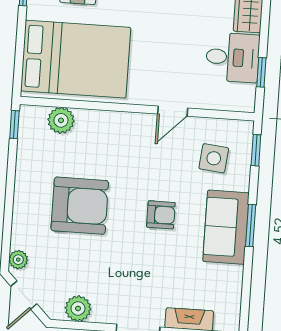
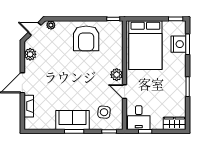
desk: (233, 57) -> (139, 118), moved
plant: (61, 120) -> (117, 75), moved
armchair: (80, 206) -> (86, 38), moved
armchair: (161, 215) -> (76, 90), removed

